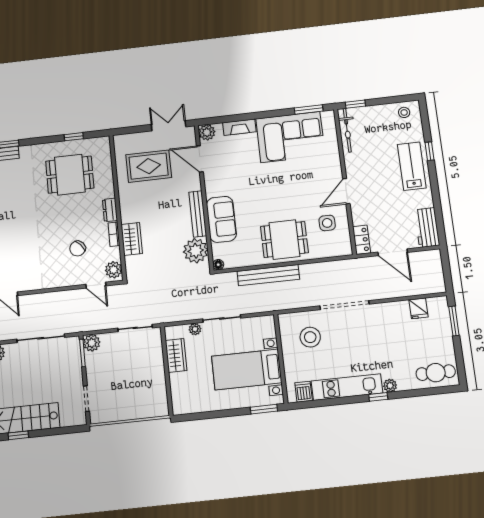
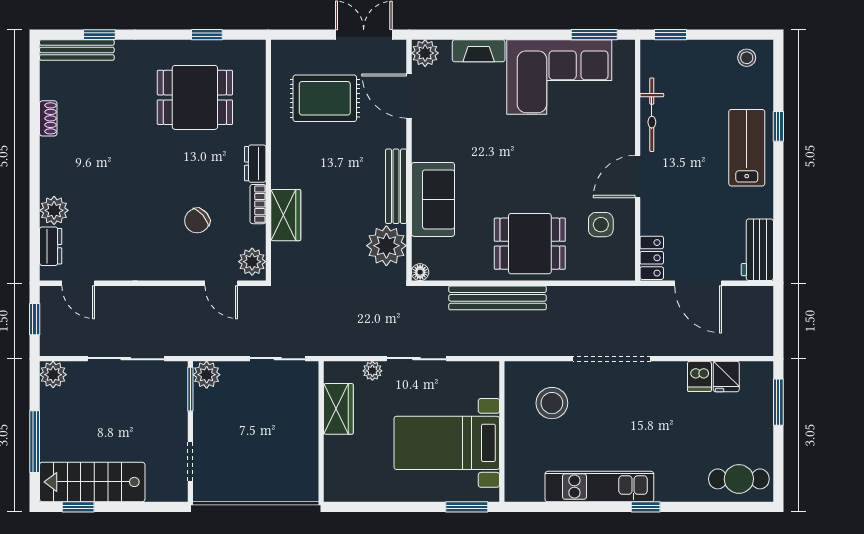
bicycle: (347, 130) -> (652, 115), moved
plant: (390, 386) -> (666, 491), removed
dishwasher: (304, 392) -> (699, 376), moved, turned 180

